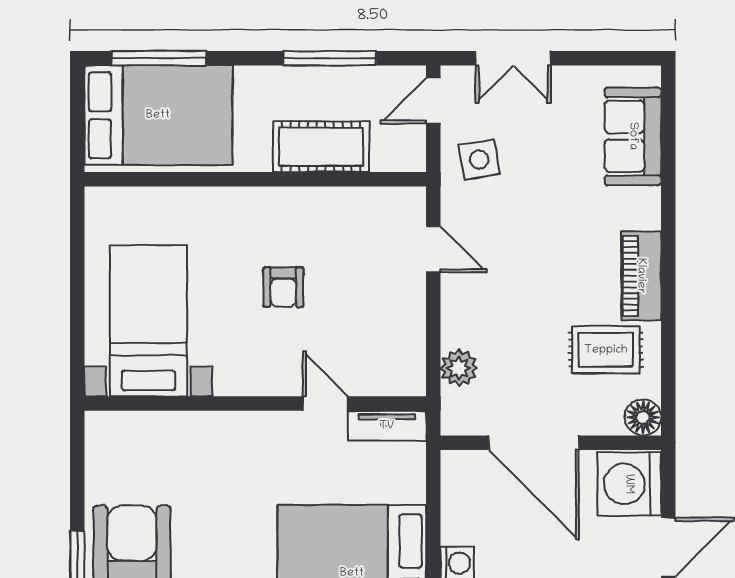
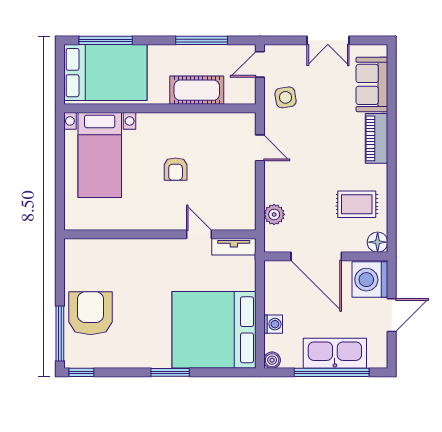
double door: (513, 58) -> (328, 40), moved
piano: (641, 276) -> (377, 138), moved
bed with nightstands: (148, 321) -> (100, 155), moved, turned 180

